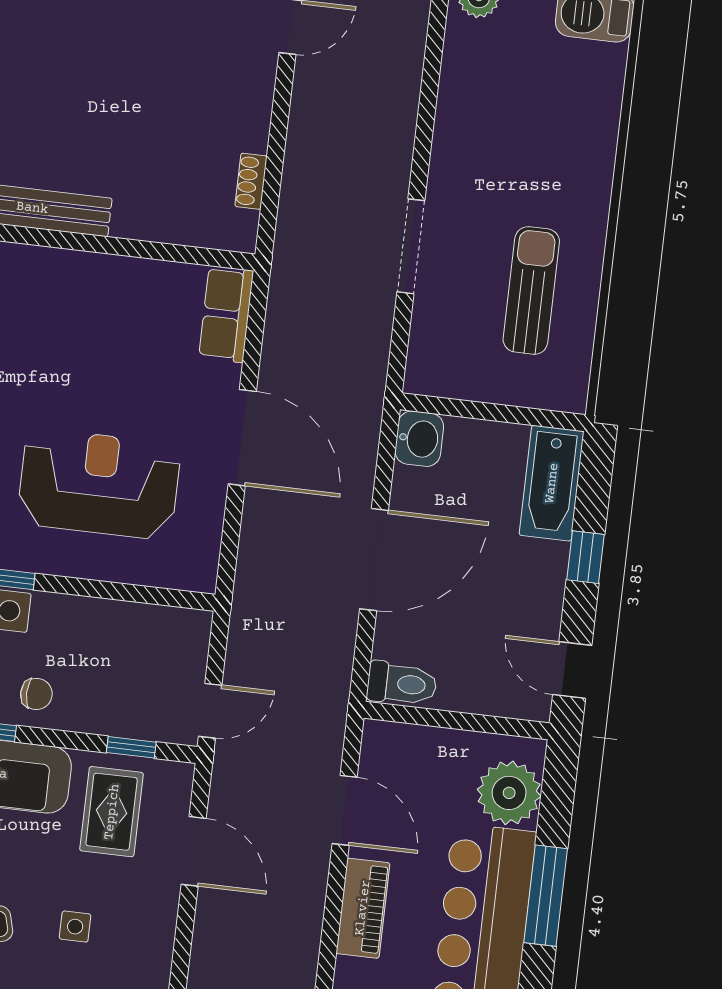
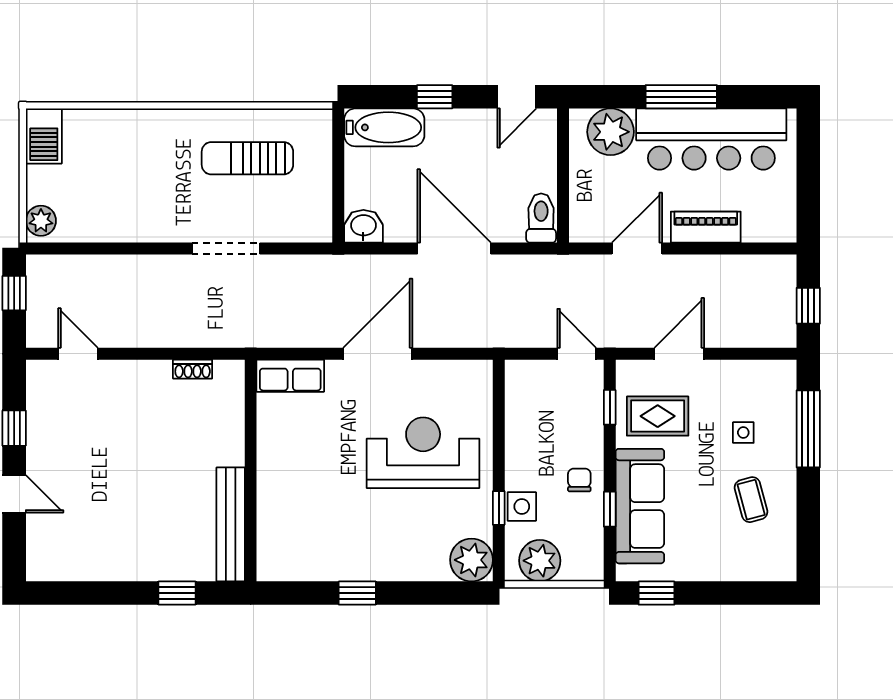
reception desk: (99, 484) -> (423, 453), turned 90

